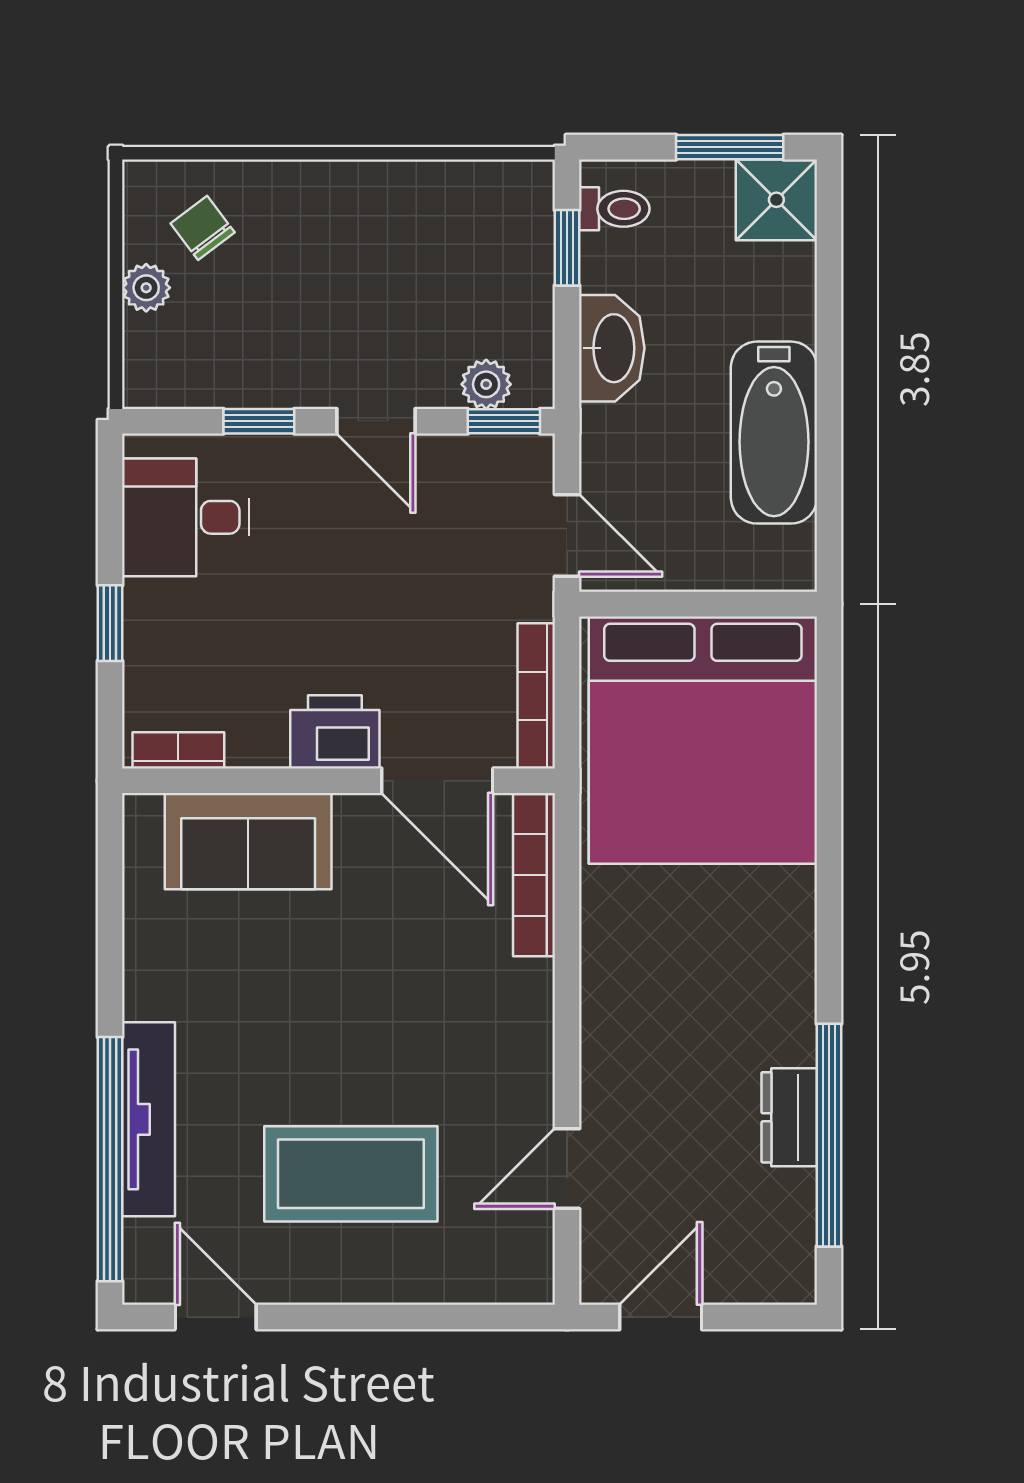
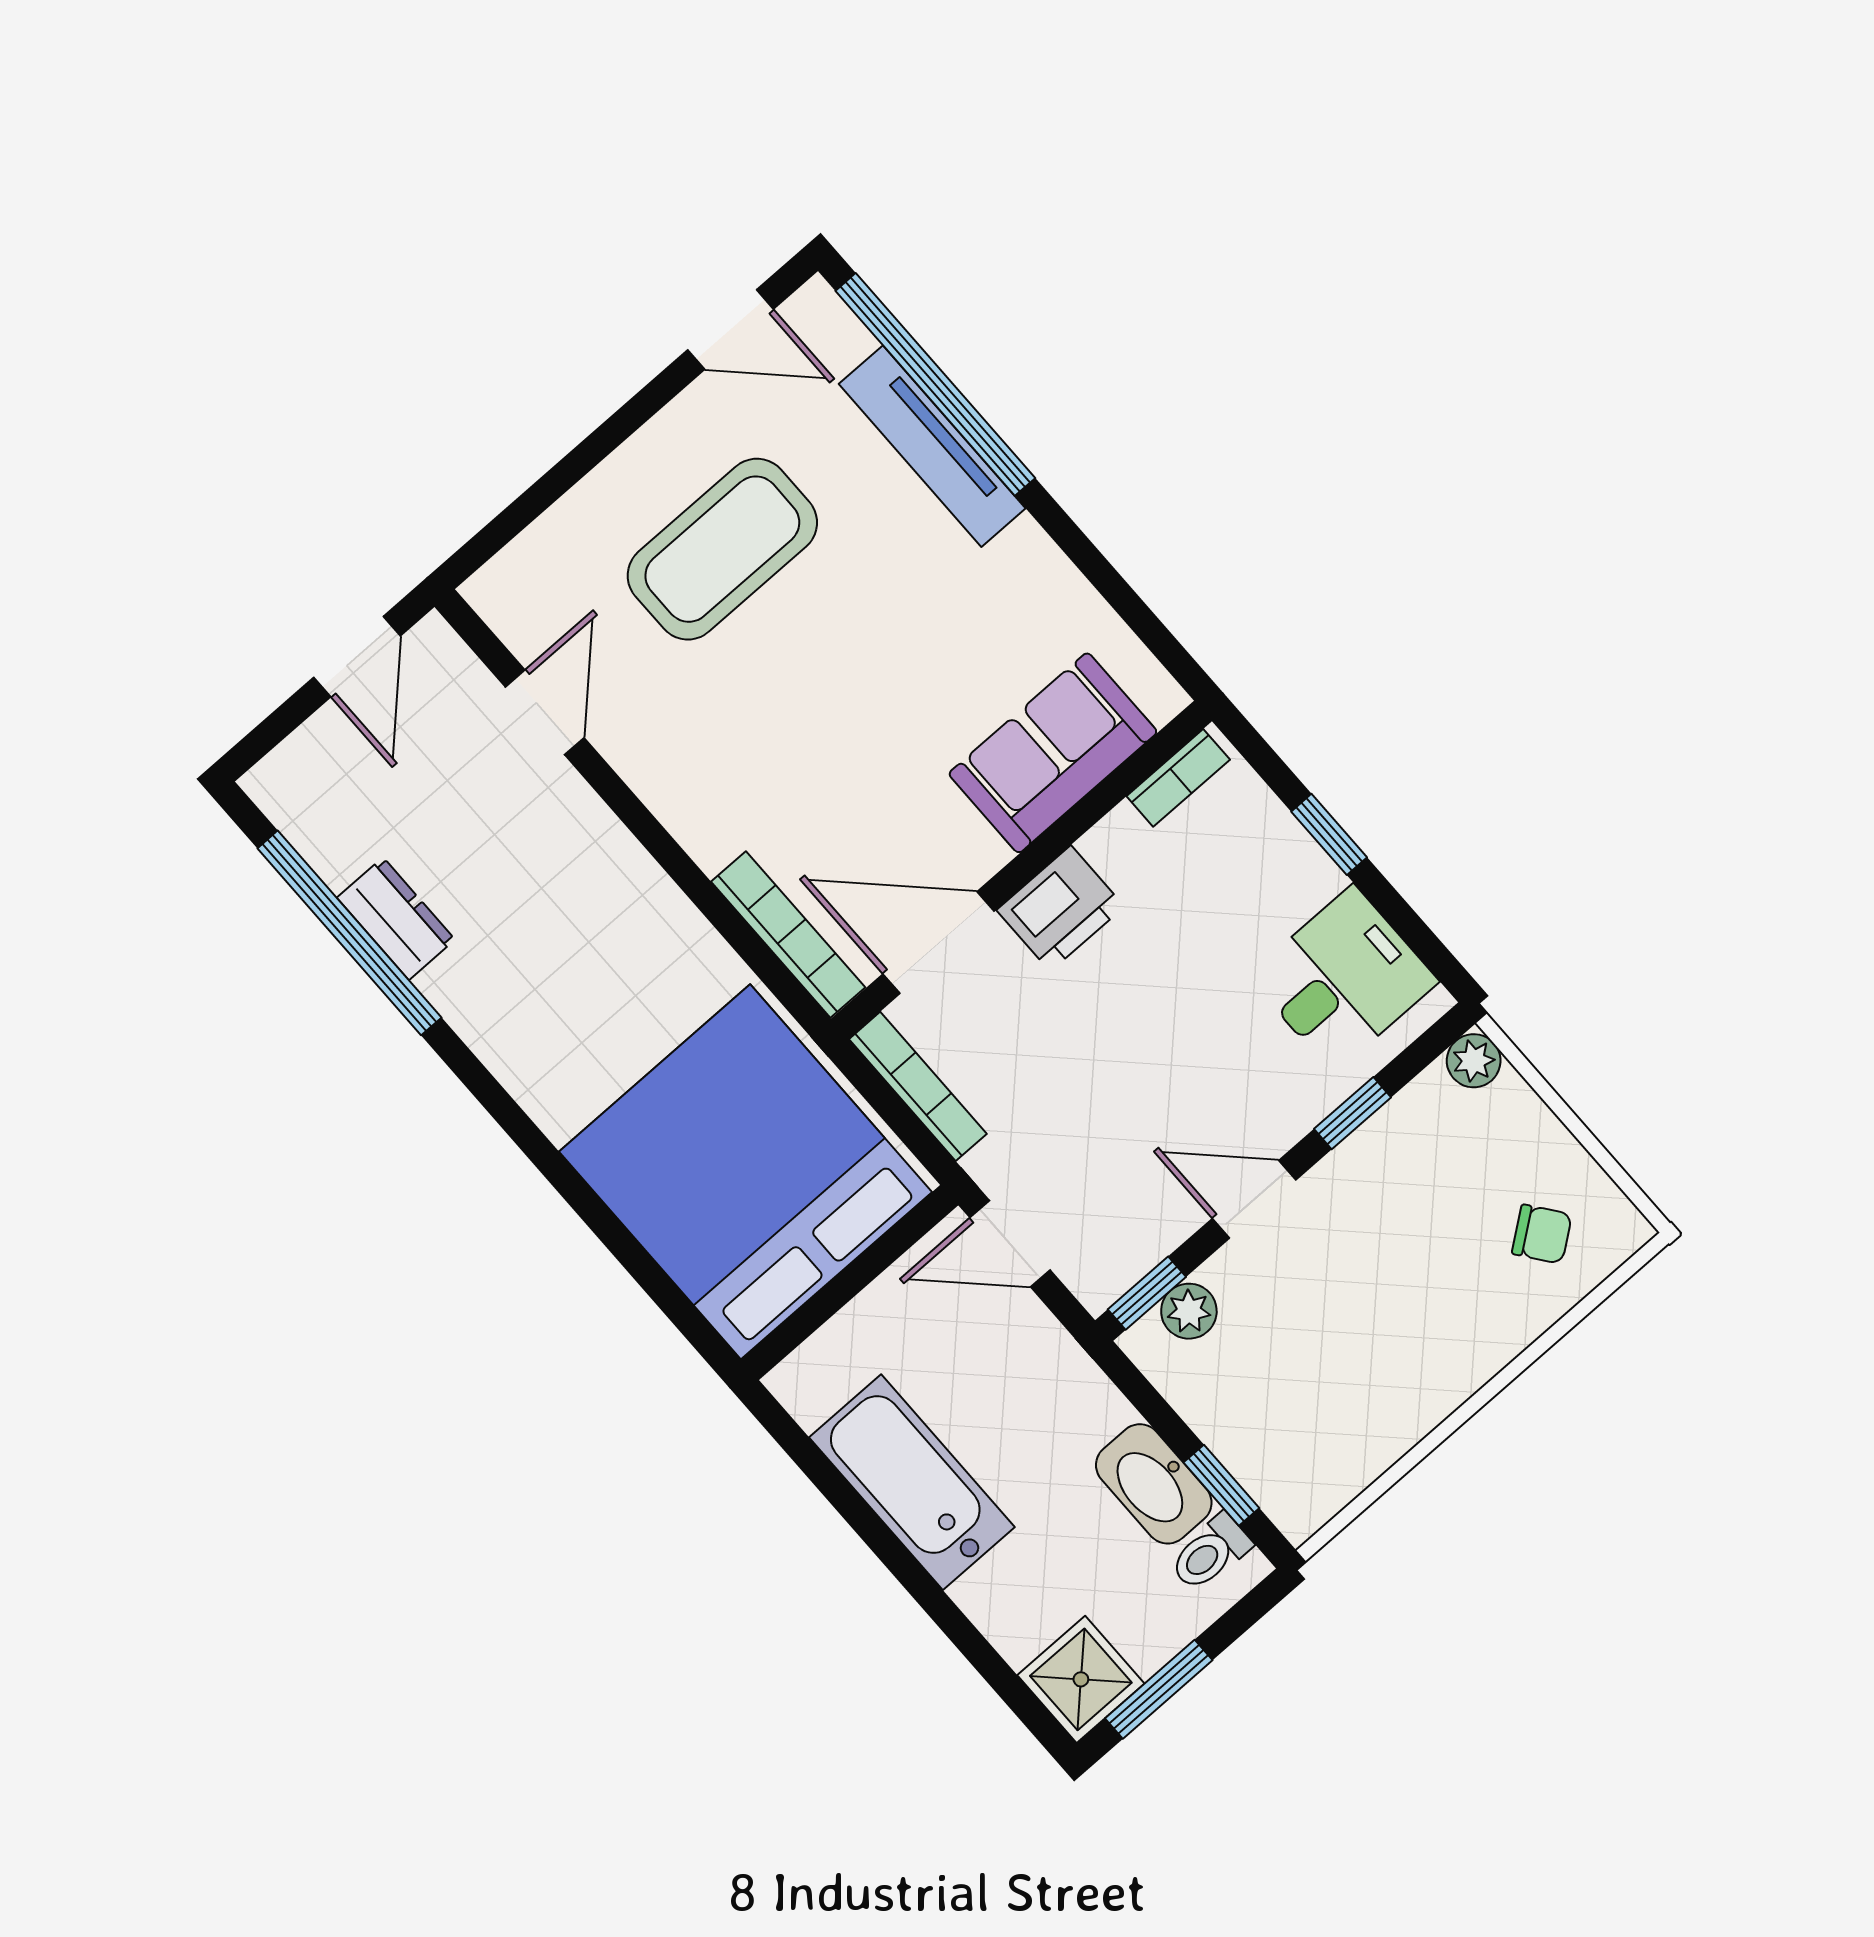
plant: (146, 288) -> (1474, 1061), moved
washbasin: (612, 348) -> (1154, 1484), moved

